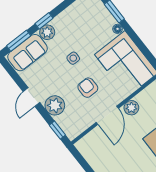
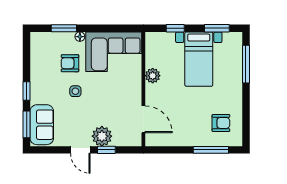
plant: (47, 32) -> (38, 96), removed
armchair: (88, 88) -> (70, 63), moved
door: (107, 115) -> (143, 119), moved
window: (57, 130) -> (106, 150), moved

